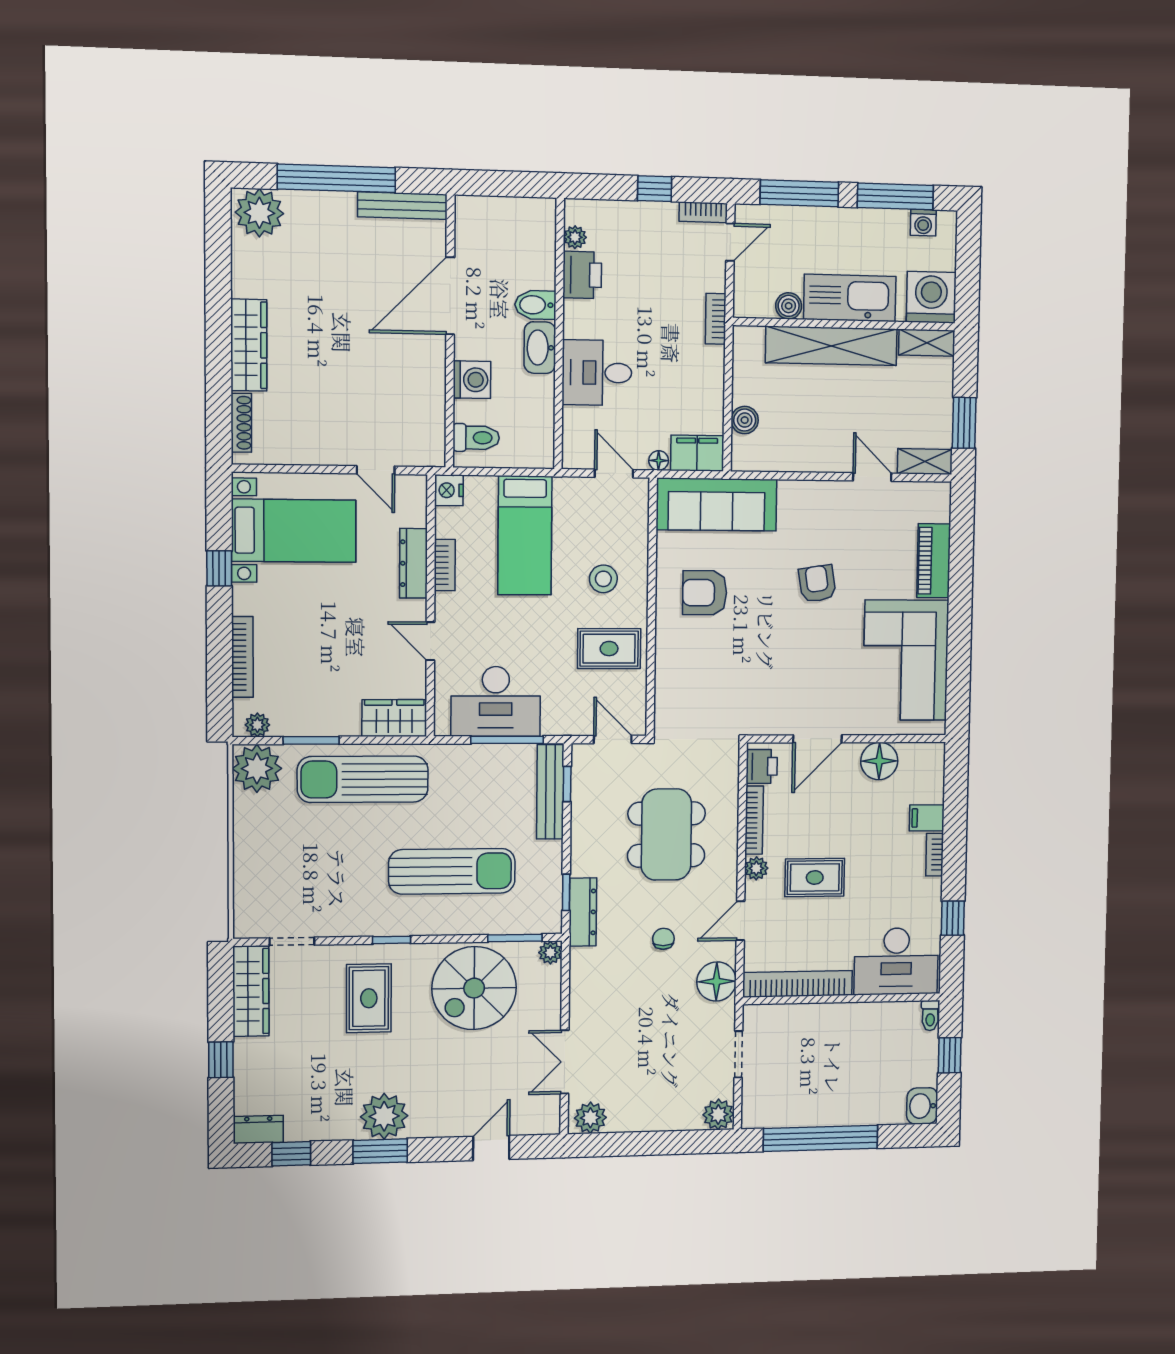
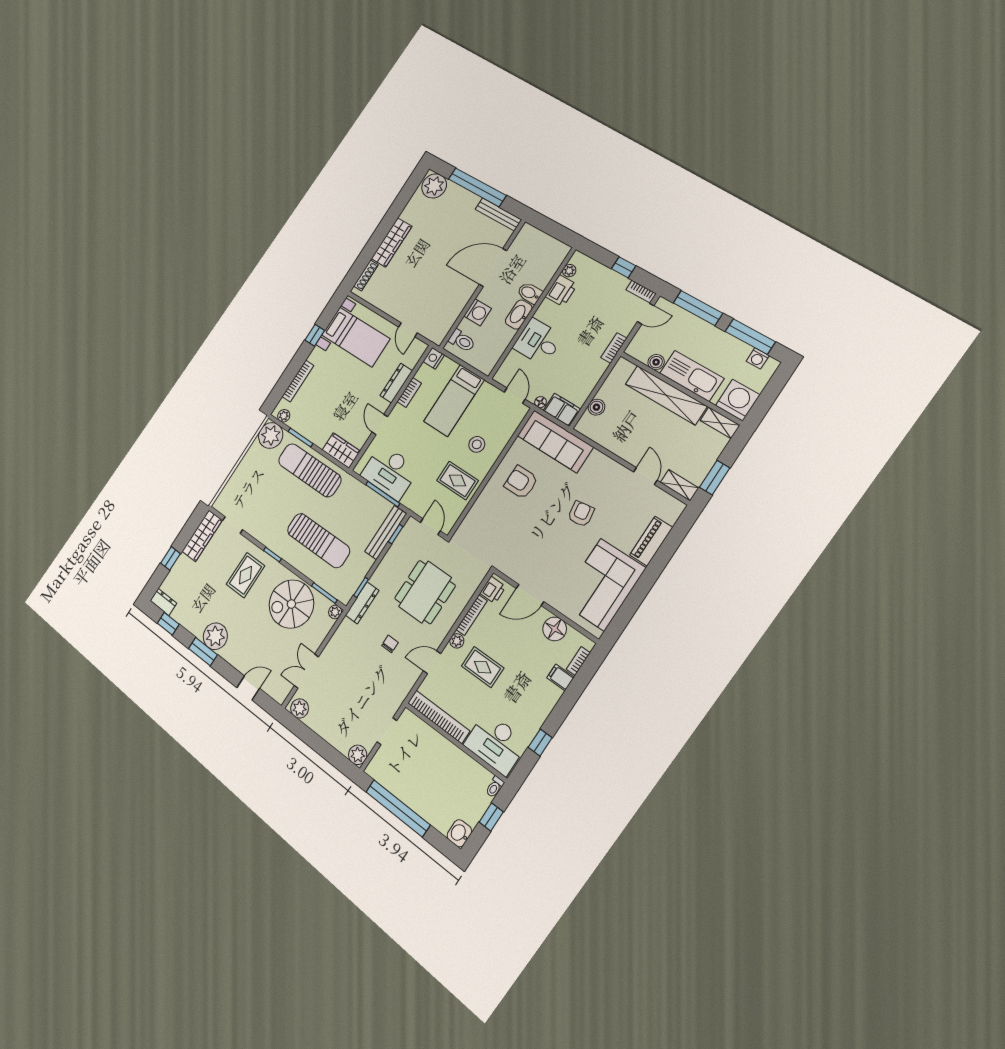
bookcase: (935, 855) -> (578, 661), moved
floor lamp: (716, 981) -> (401, 685), removed

